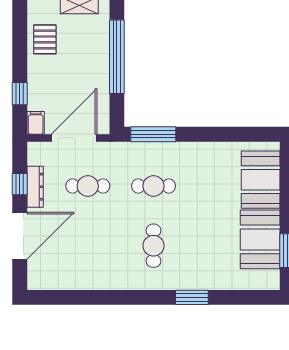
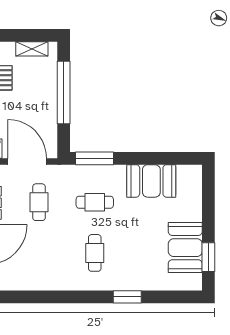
door: (74, 138) -> (27, 161), hinge flipped
booth: (261, 180) -> (151, 181), moved, turned 90
cafe table: (88, 186) -> (39, 202), turned 90

